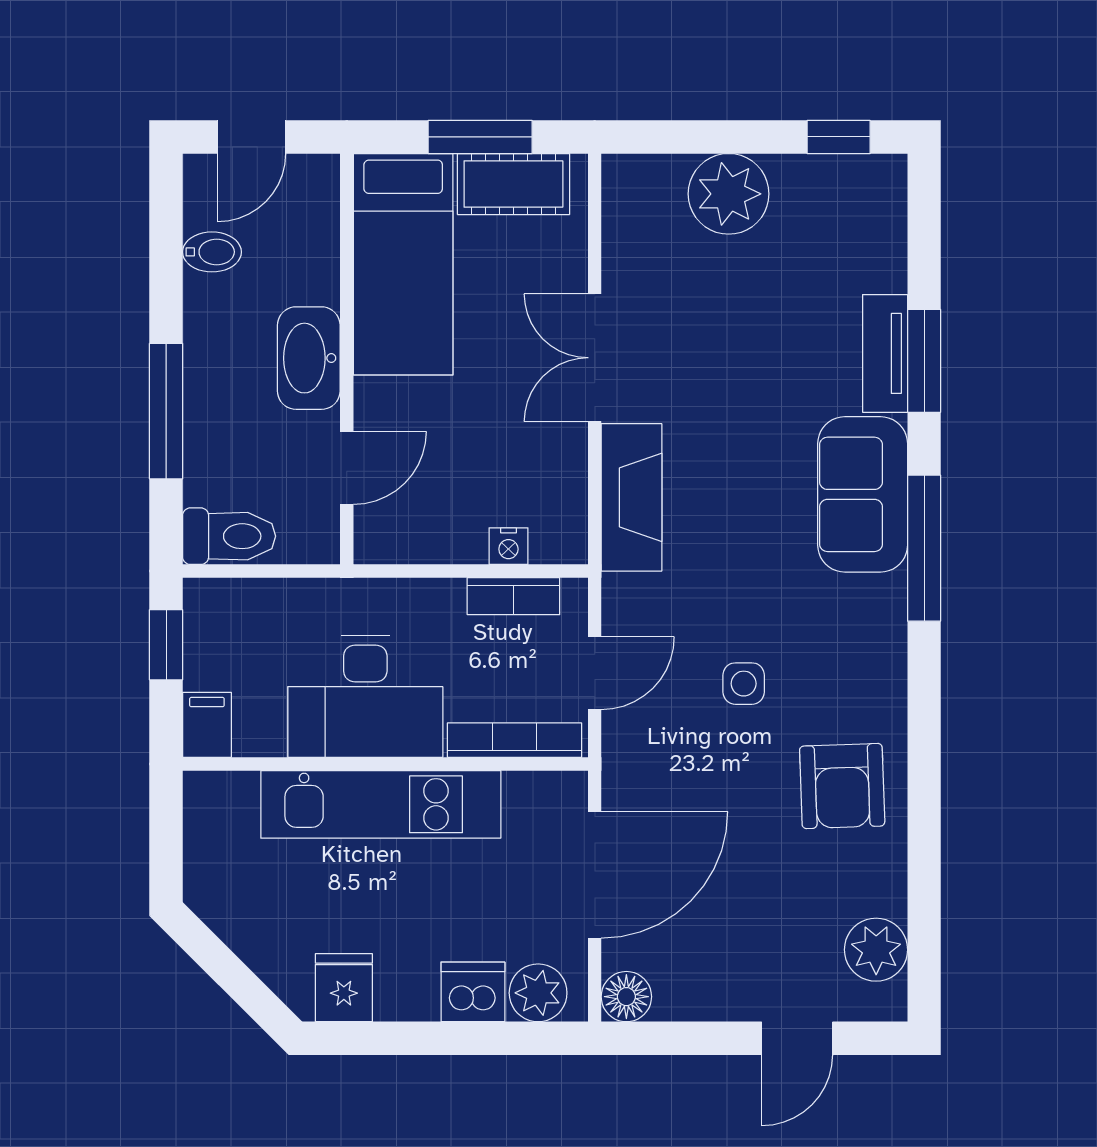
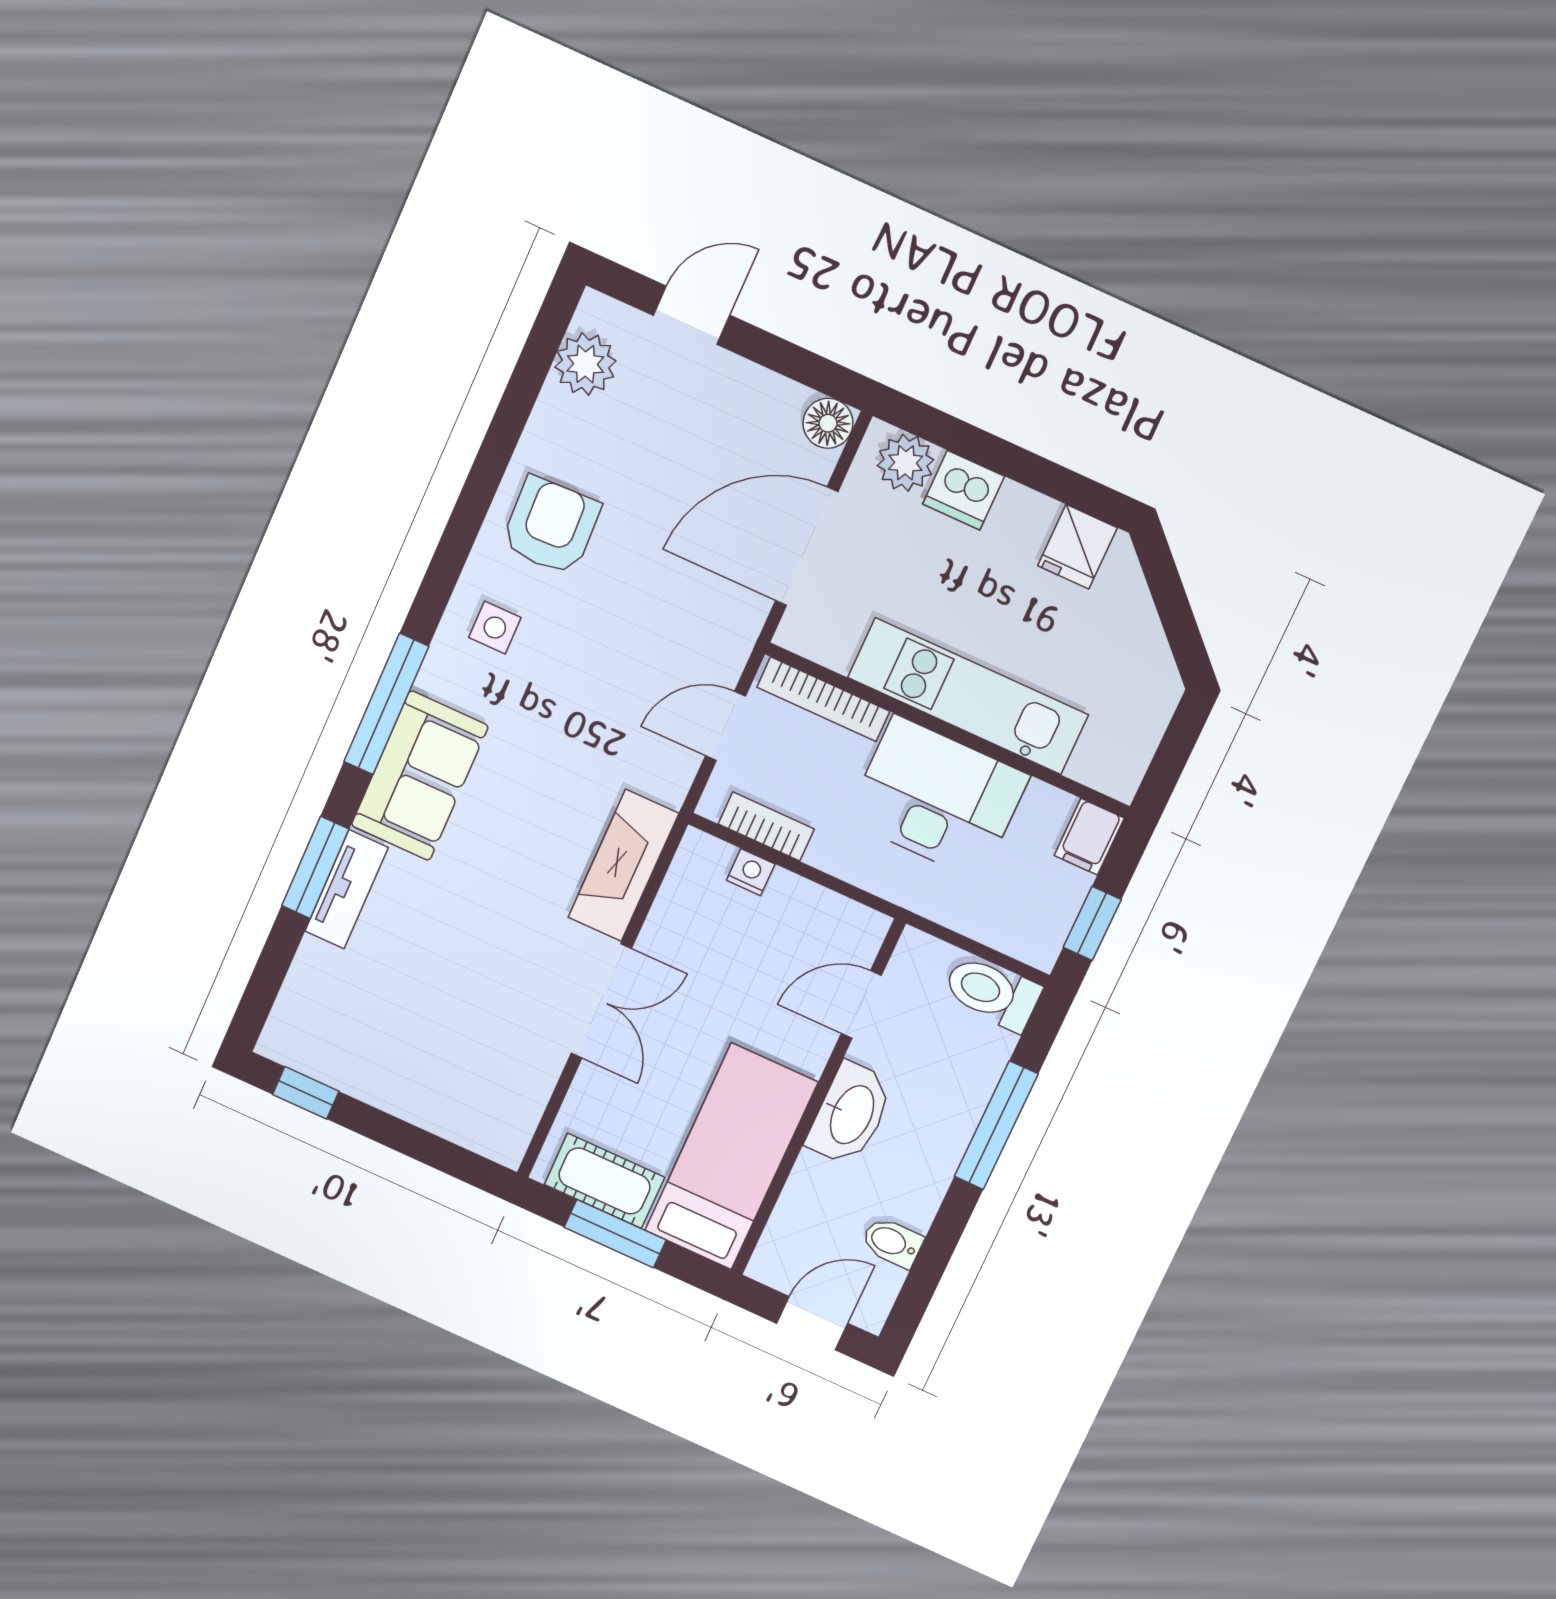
plant: (729, 194) -> (422, 1088), removed
side table: (744, 684) -> (495, 628), moved

